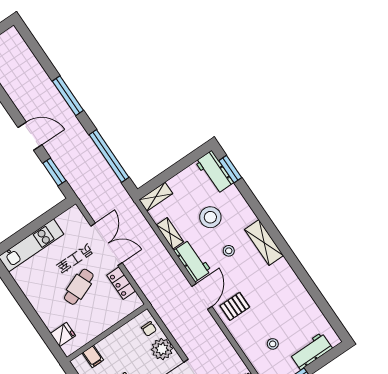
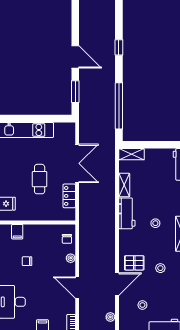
window: (68, 96) -> (119, 47), width x0.46
stool: (210, 217) -> (160, 268), moved, width x0.53, depth x0.53
cafe table: (79, 287) -> (40, 179), turned -68
door: (202, 296) -> (117, 284), moved
plant: (162, 349) -> (71, 258), width x0.53, depth x0.53

